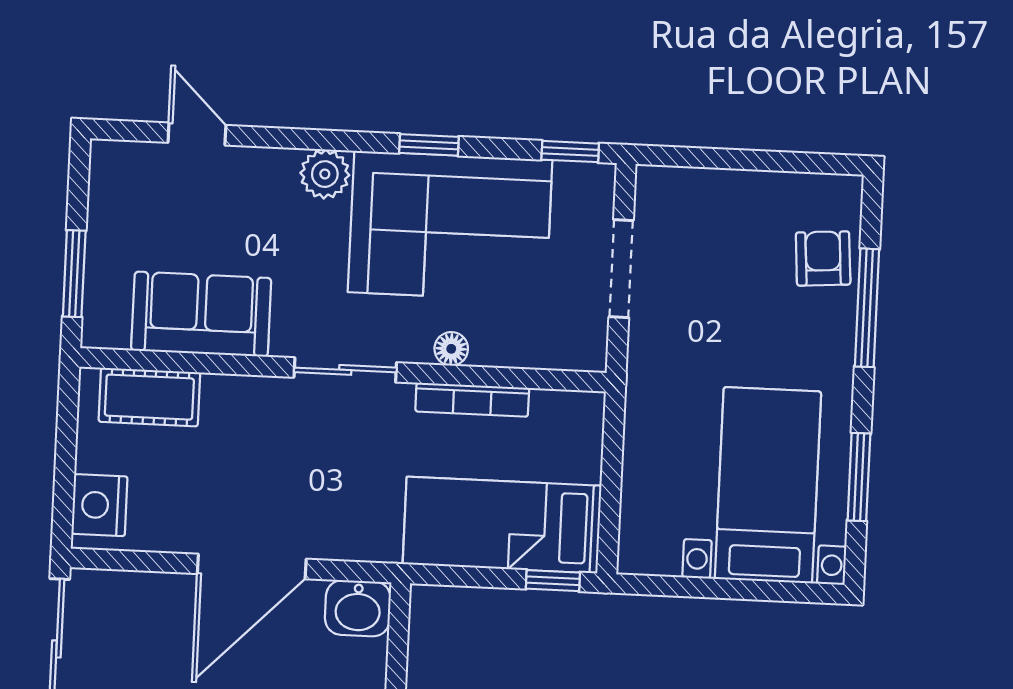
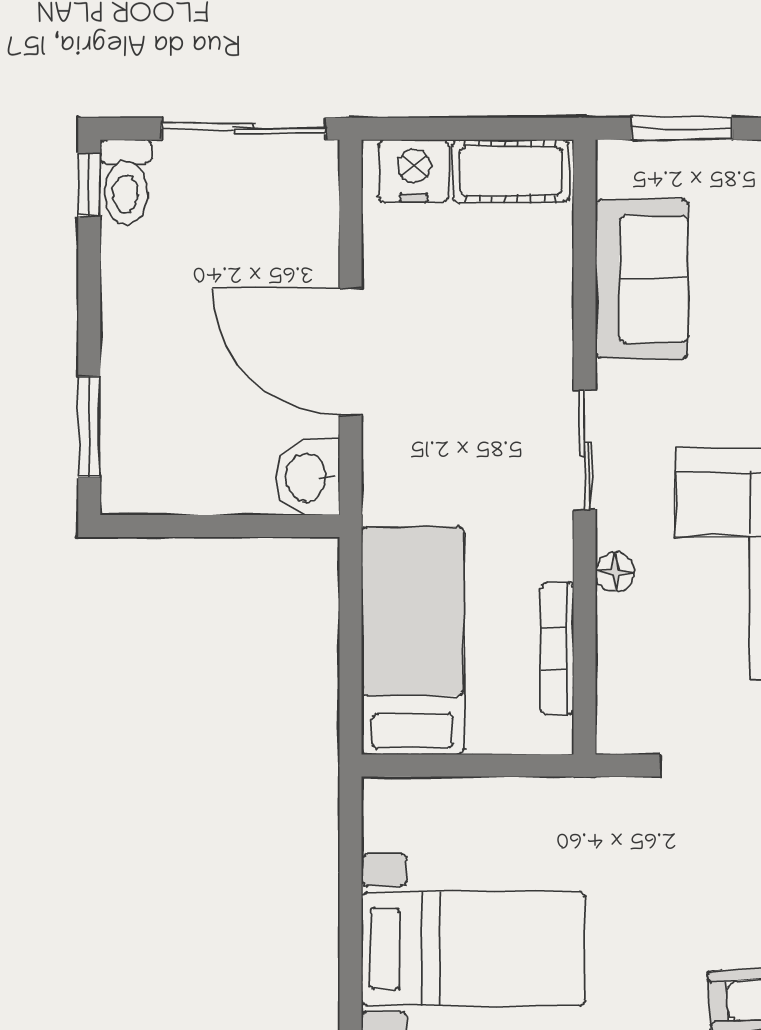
cot: (149, 397) -> (511, 171), moved, turned 90
bookcase: (472, 400) -> (557, 649), moved
window: (553, 581) -> (351, 703), removed

